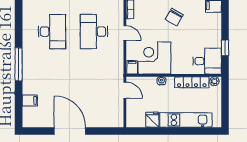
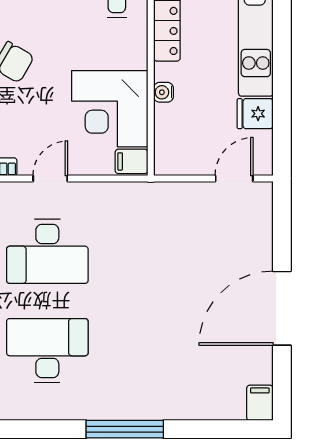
door: (125, 90) -> (234, 179), moved
filing cabinet: (30, 100) -> (260, 403), moved

